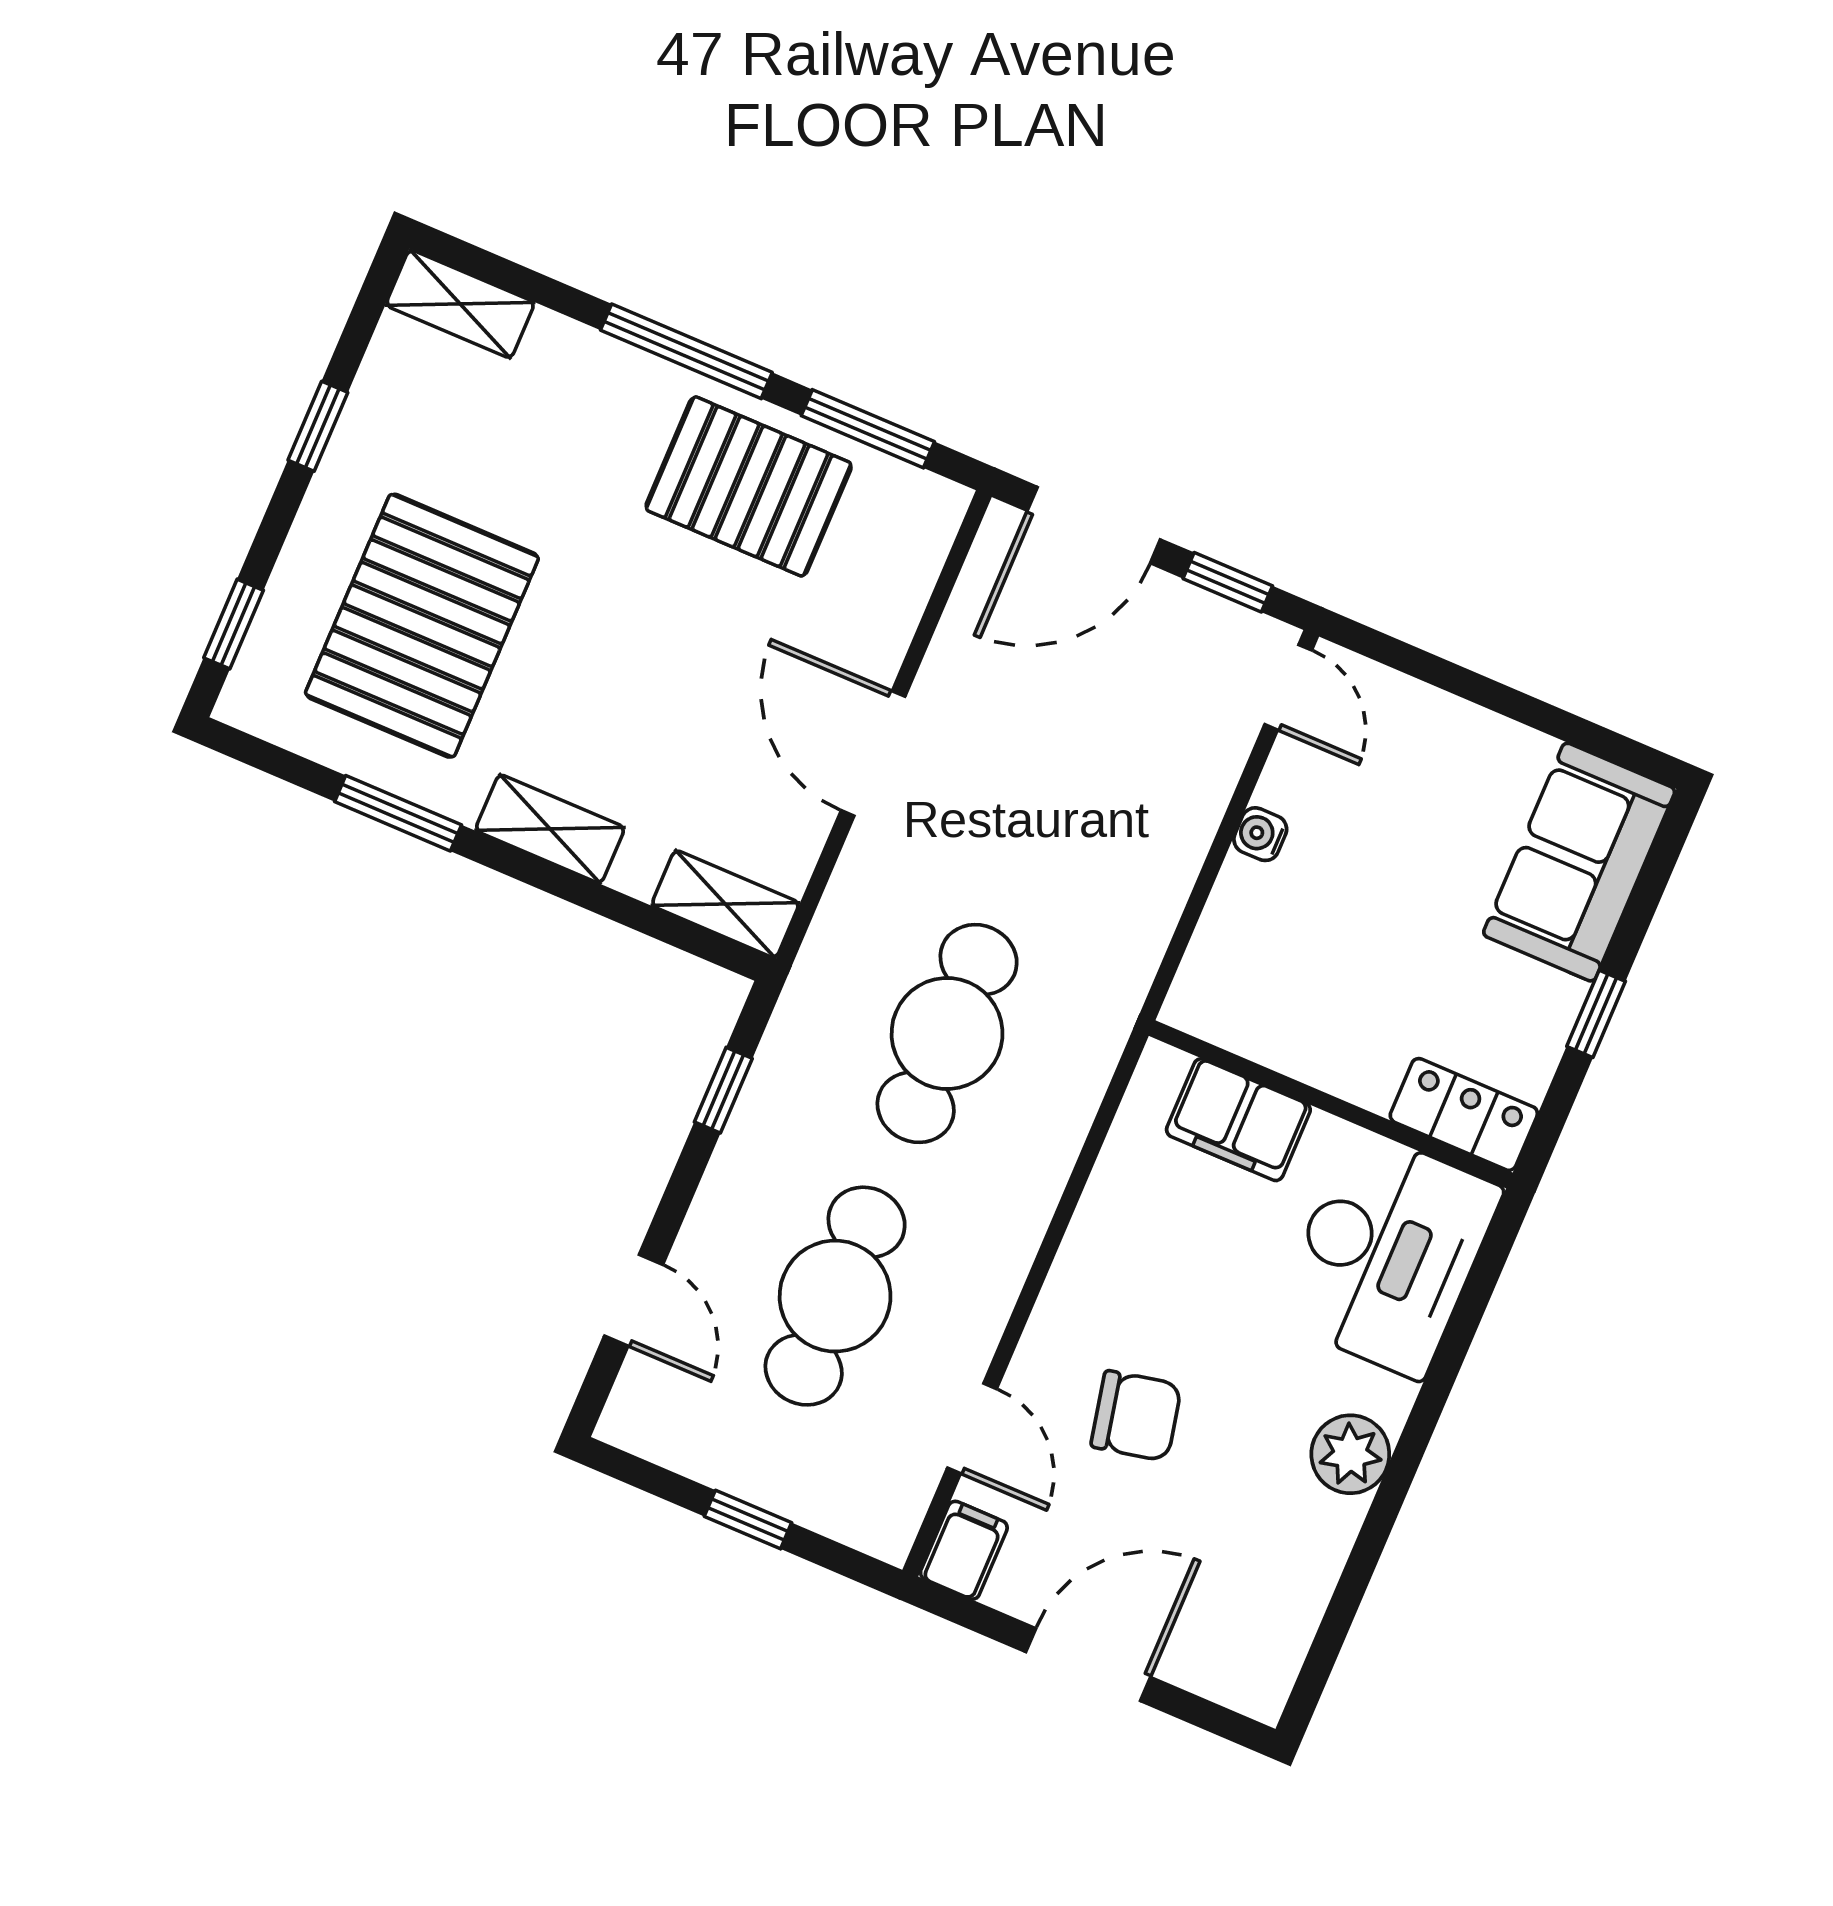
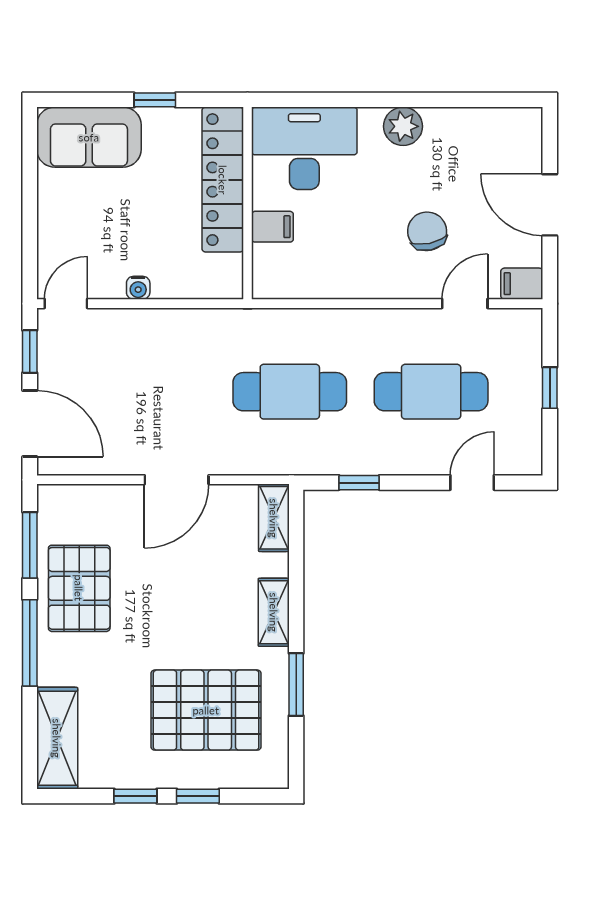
shelving: (460, 304) -> (57, 738), width x1.50, depth x1.33
window: (234, 624) -> (198, 796), moved
locker: (1464, 1114) -> (223, 180), width x2.16, depth x1.21
filing cabinet: (1238, 1120) -> (272, 227), width x0.50

